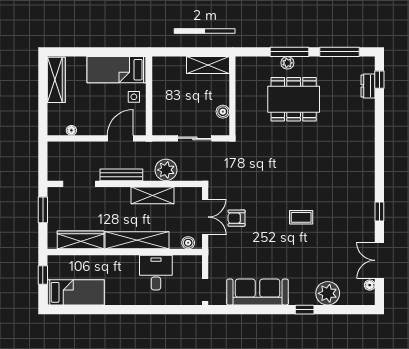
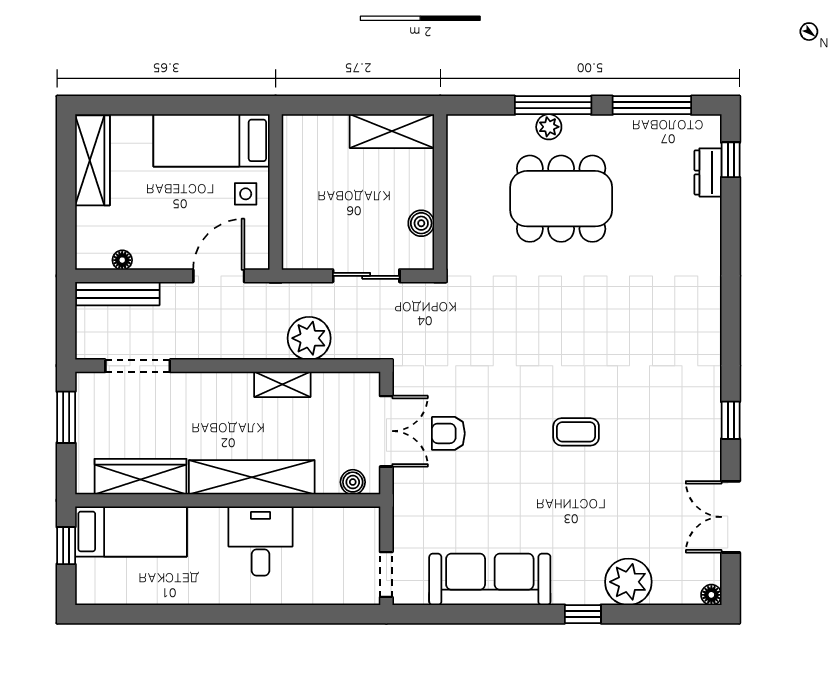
bench: (121, 175) -> (118, 294), moved
shelving: (152, 195) -> (282, 384), width x0.67, depth x0.75
desk: (156, 273) -> (261, 541), moved
floor lamp: (370, 285) -> (711, 595), moved
bed: (76, 292) -> (131, 531), moved

